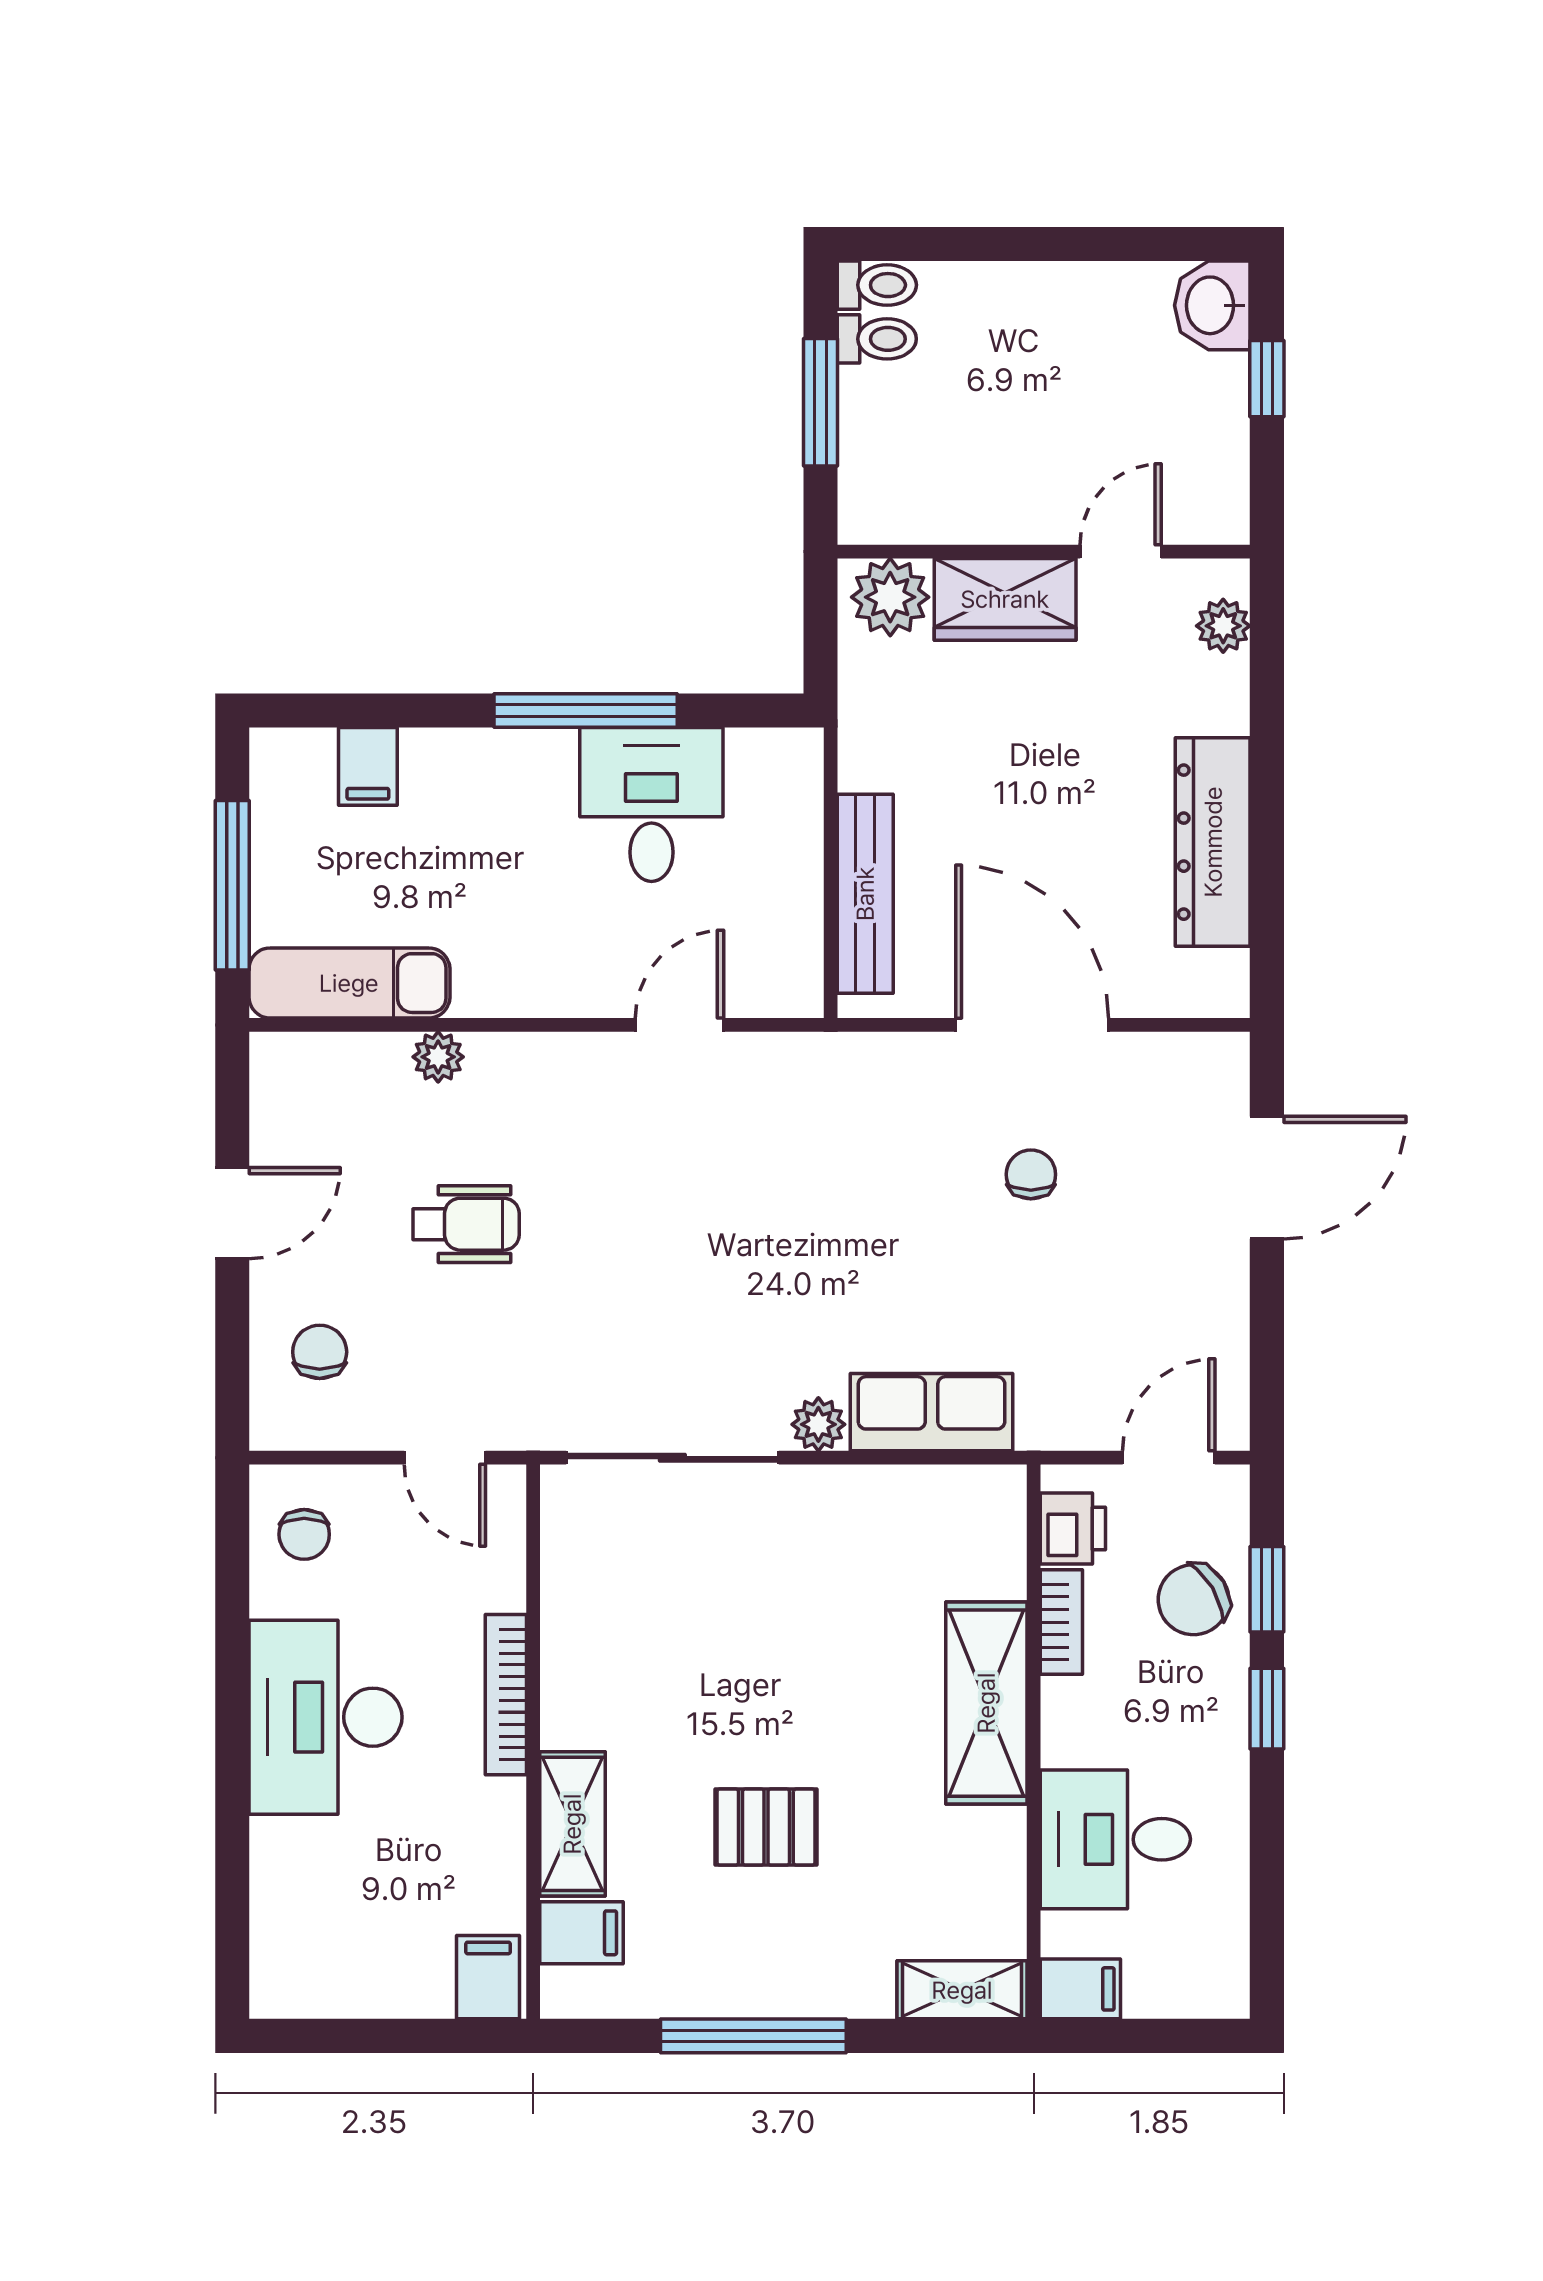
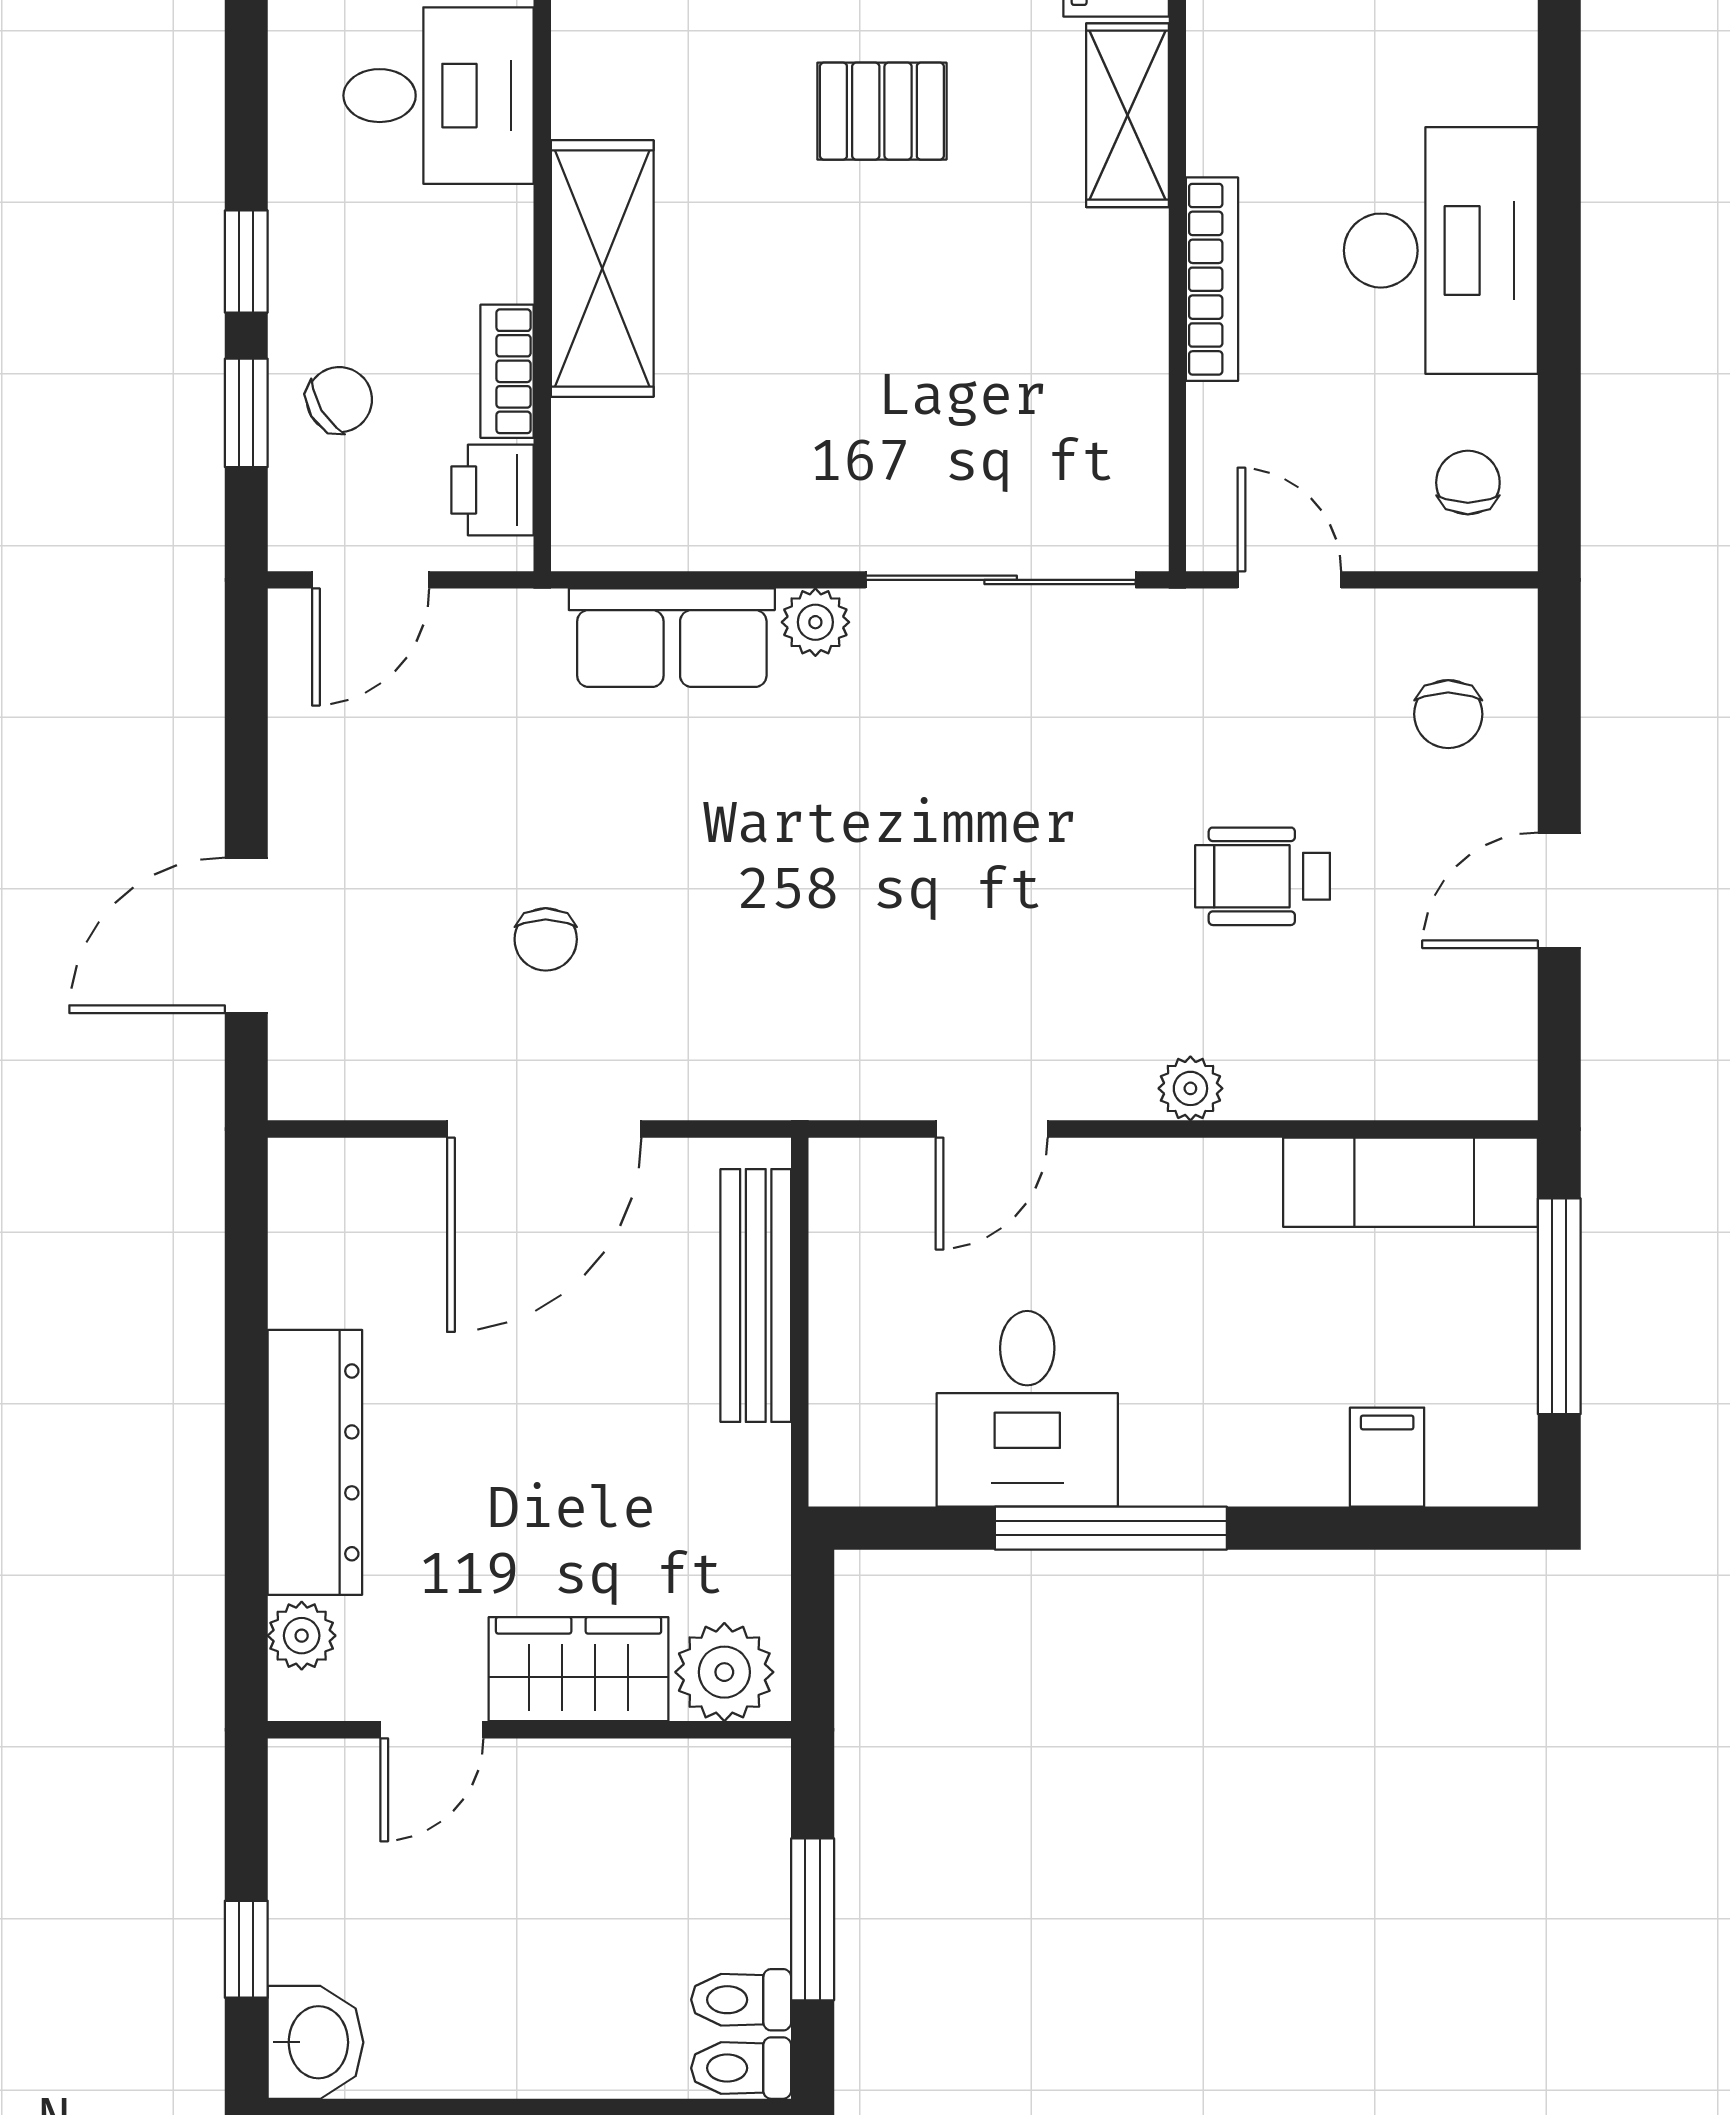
dresser: (1213, 842) -> (315, 1462), moved
door: (1032, 1025) -> (544, 1129), hinge flipped
plant: (438, 1057) -> (1190, 1088), moved
chair: (1194, 1600) -> (339, 400), width x0.73, depth x0.73

